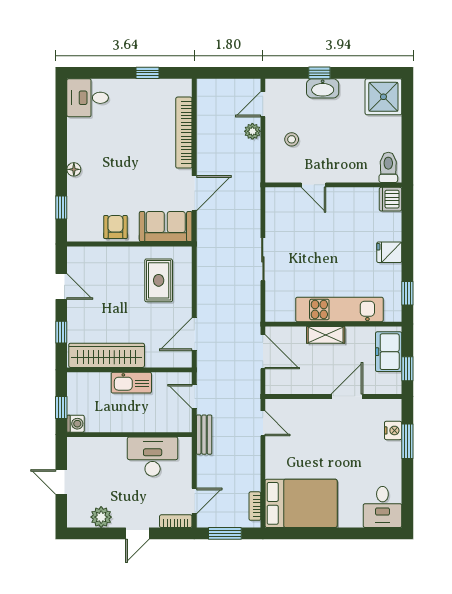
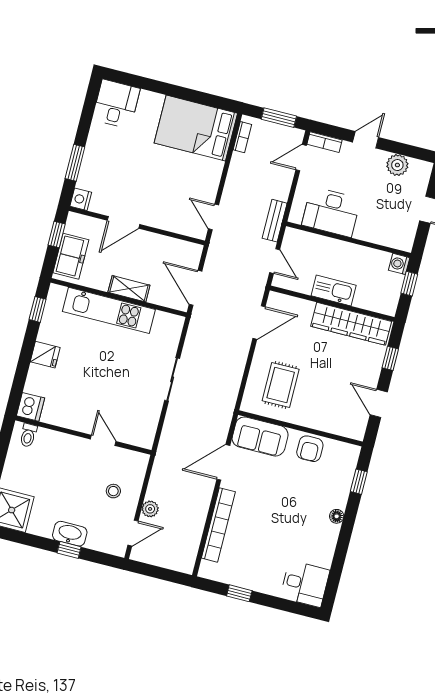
toilet: (388, 167) -> (28, 435), width x0.73, depth x0.72
nightstand: (393, 430) -> (81, 199), moved

